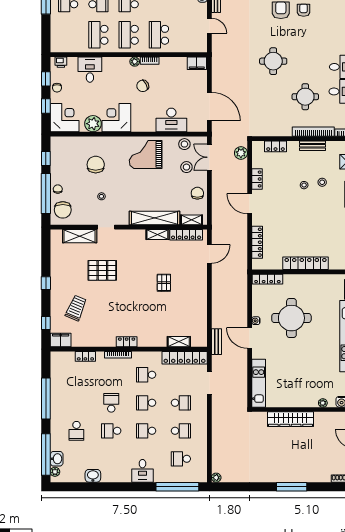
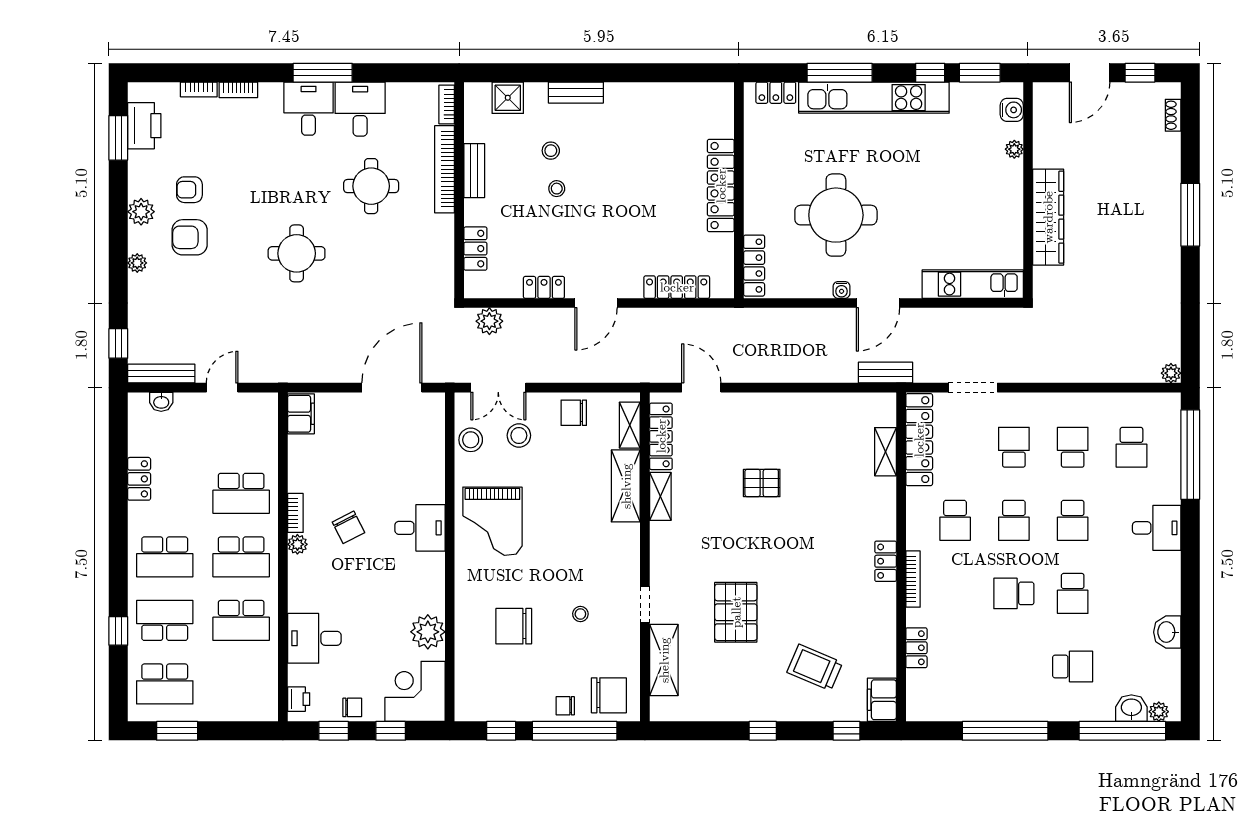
corner desk: (116, 118) -> (415, 583), removed
desk: (171, 120) -> (420, 528), moved, width x0.73
shelving: (154, 218) -> (626, 486), width x0.68

